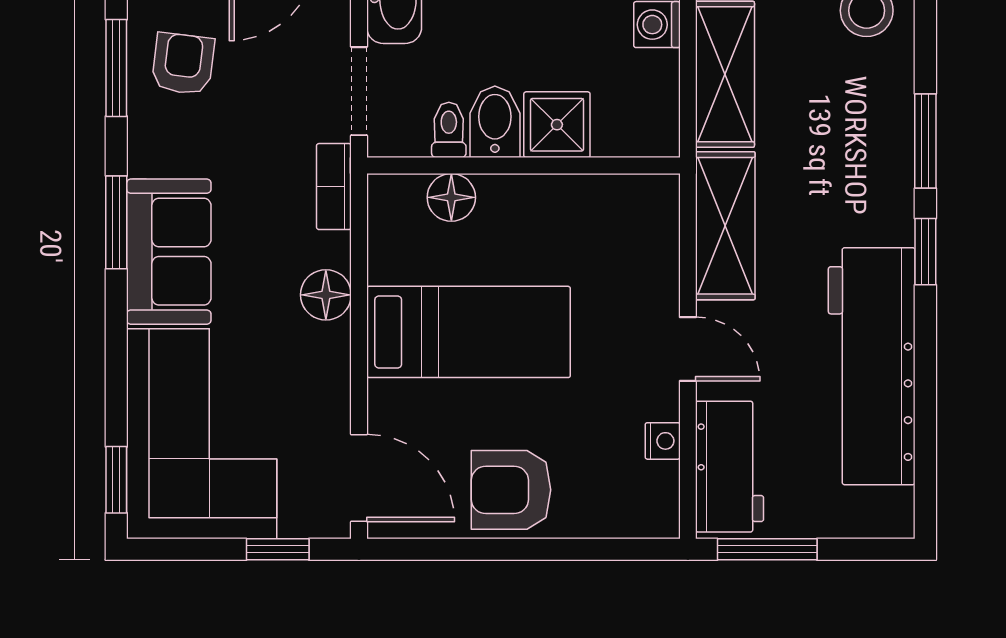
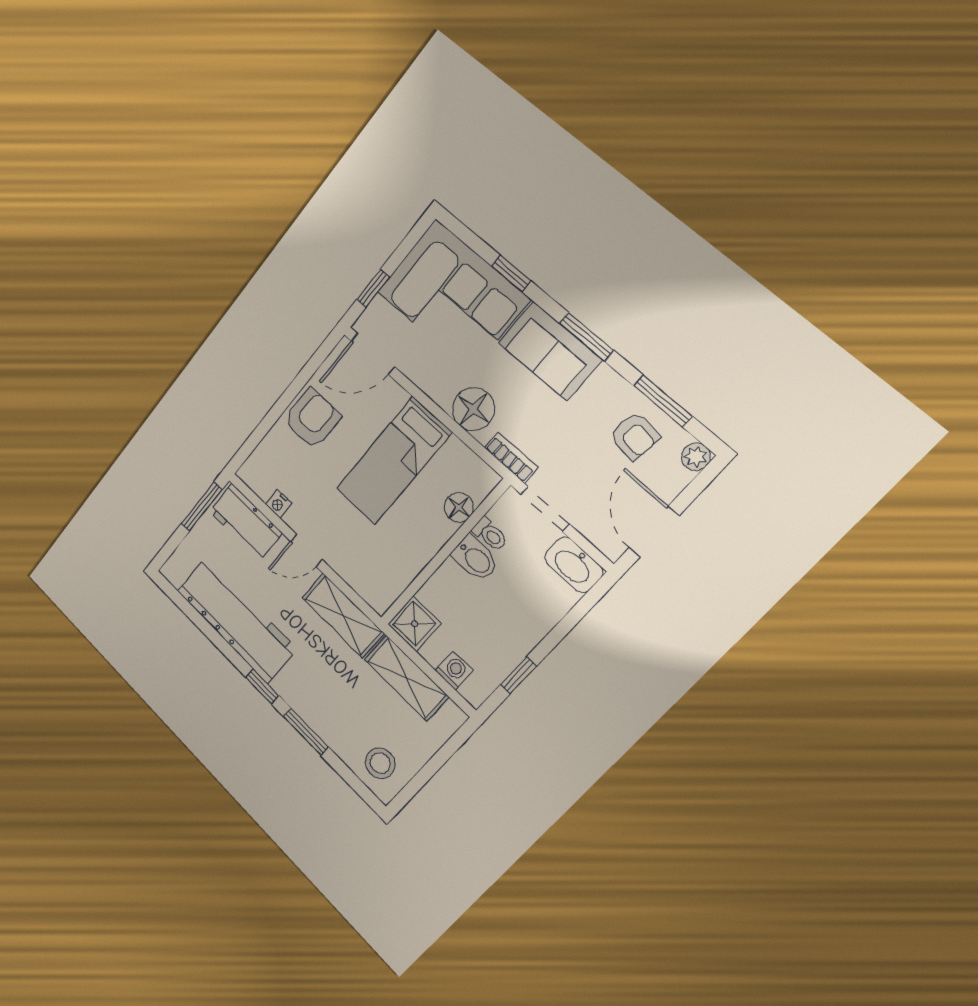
shower: (557, 125) -> (414, 624), moved
floor lamp: (326, 295) -> (473, 409), width x1.38, depth x1.38
window: (116, 480) -> (511, 273), moved

